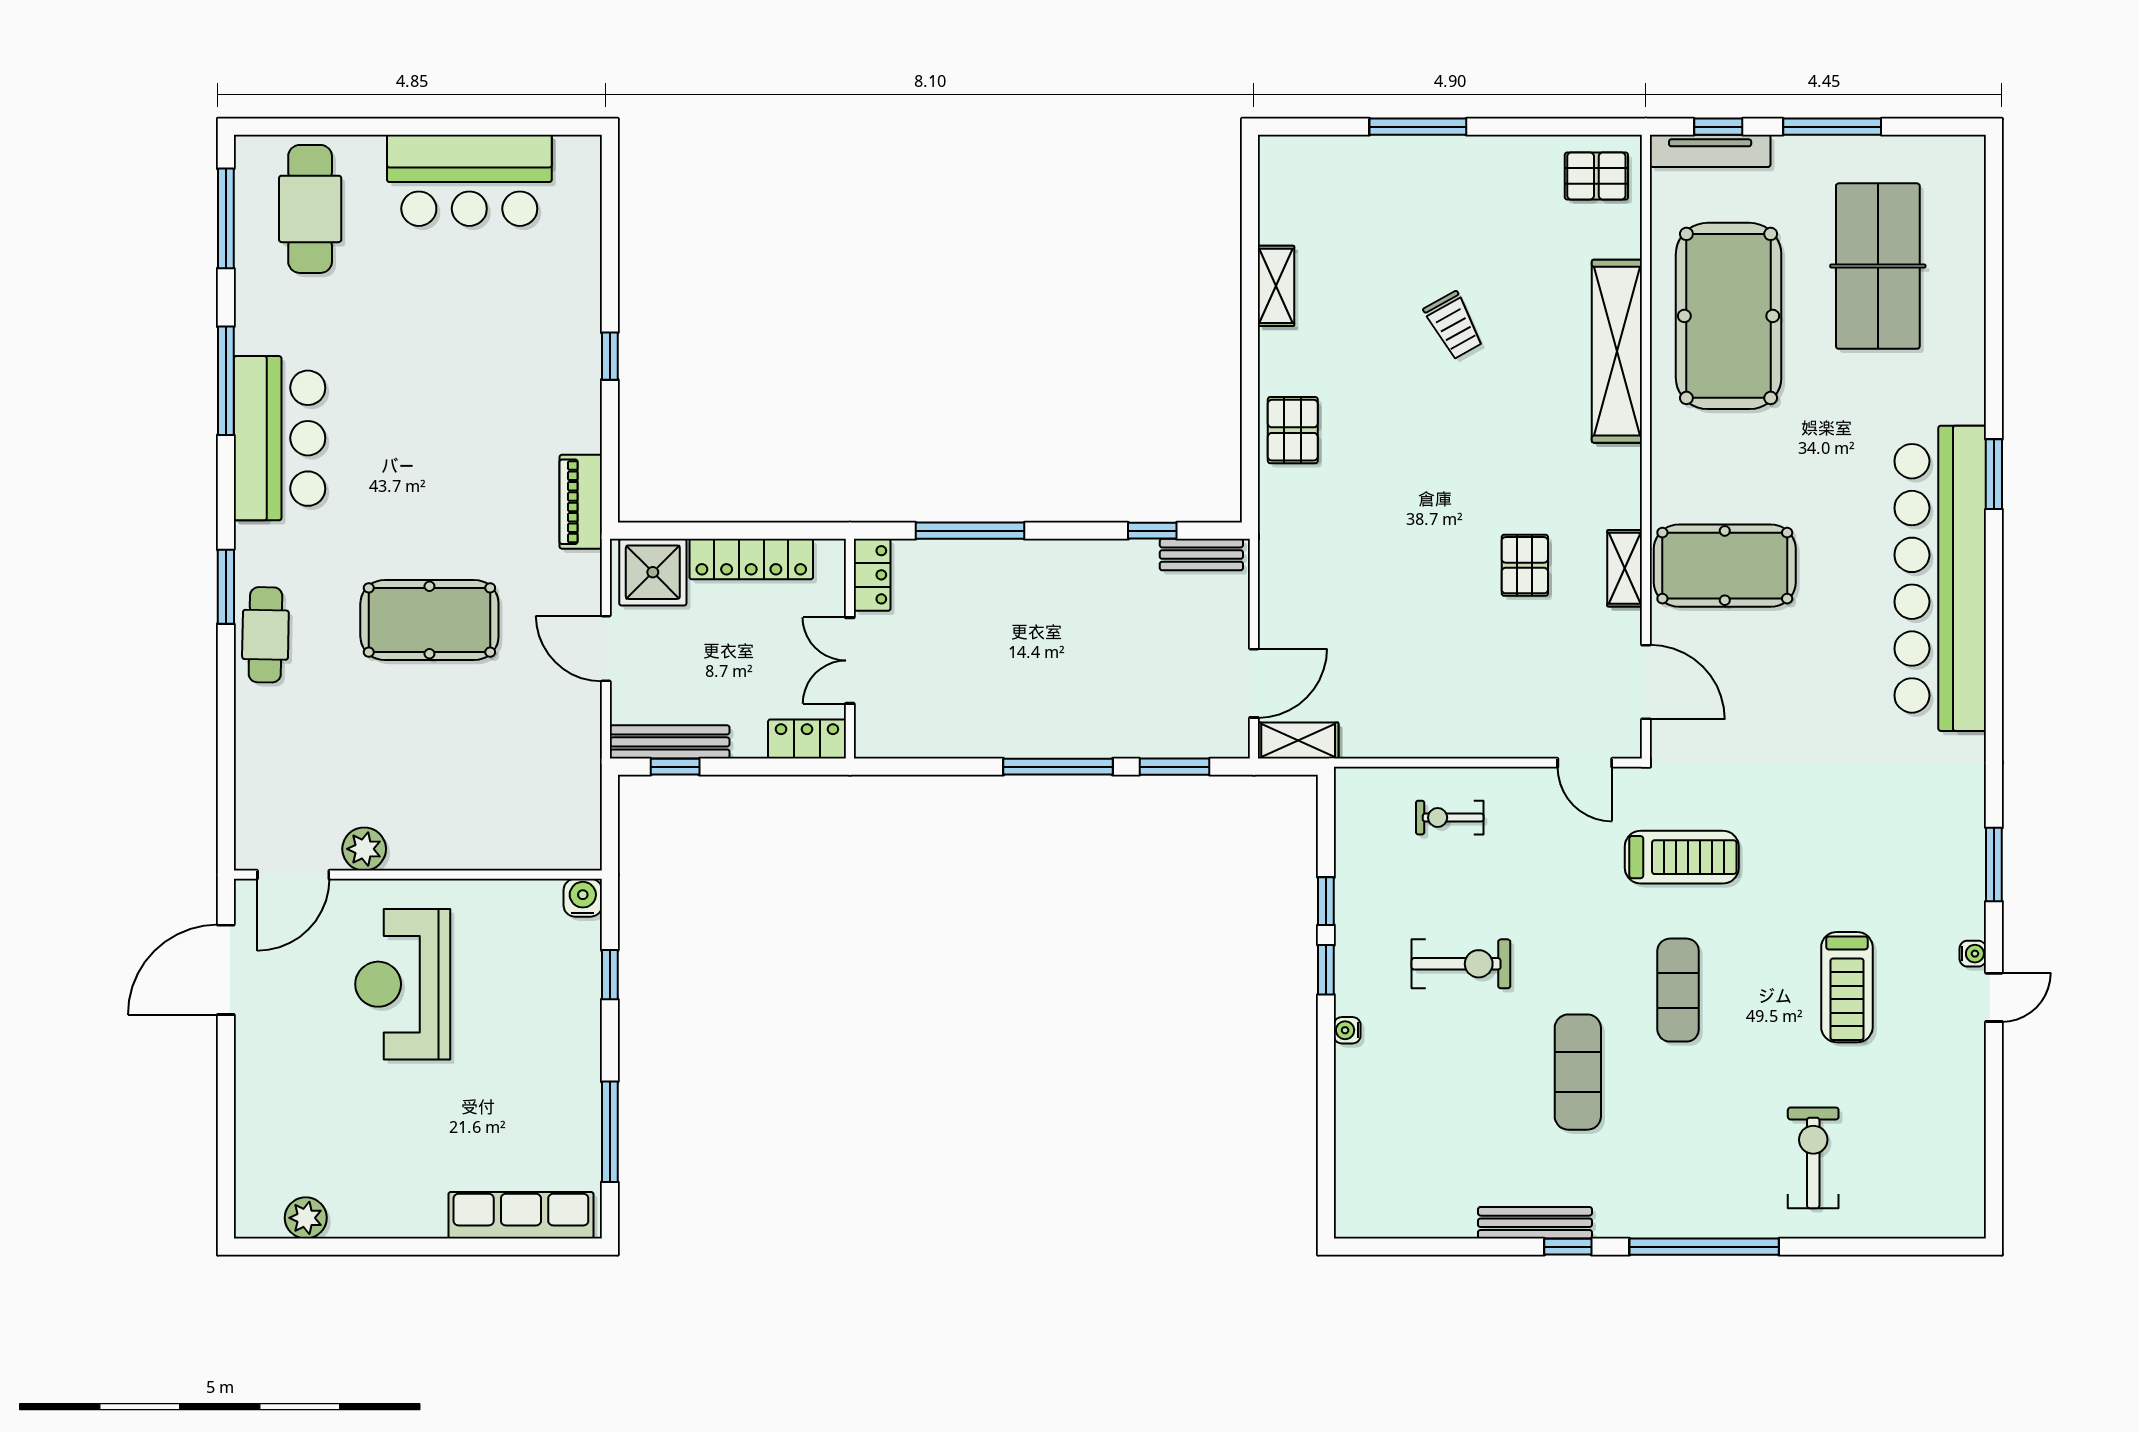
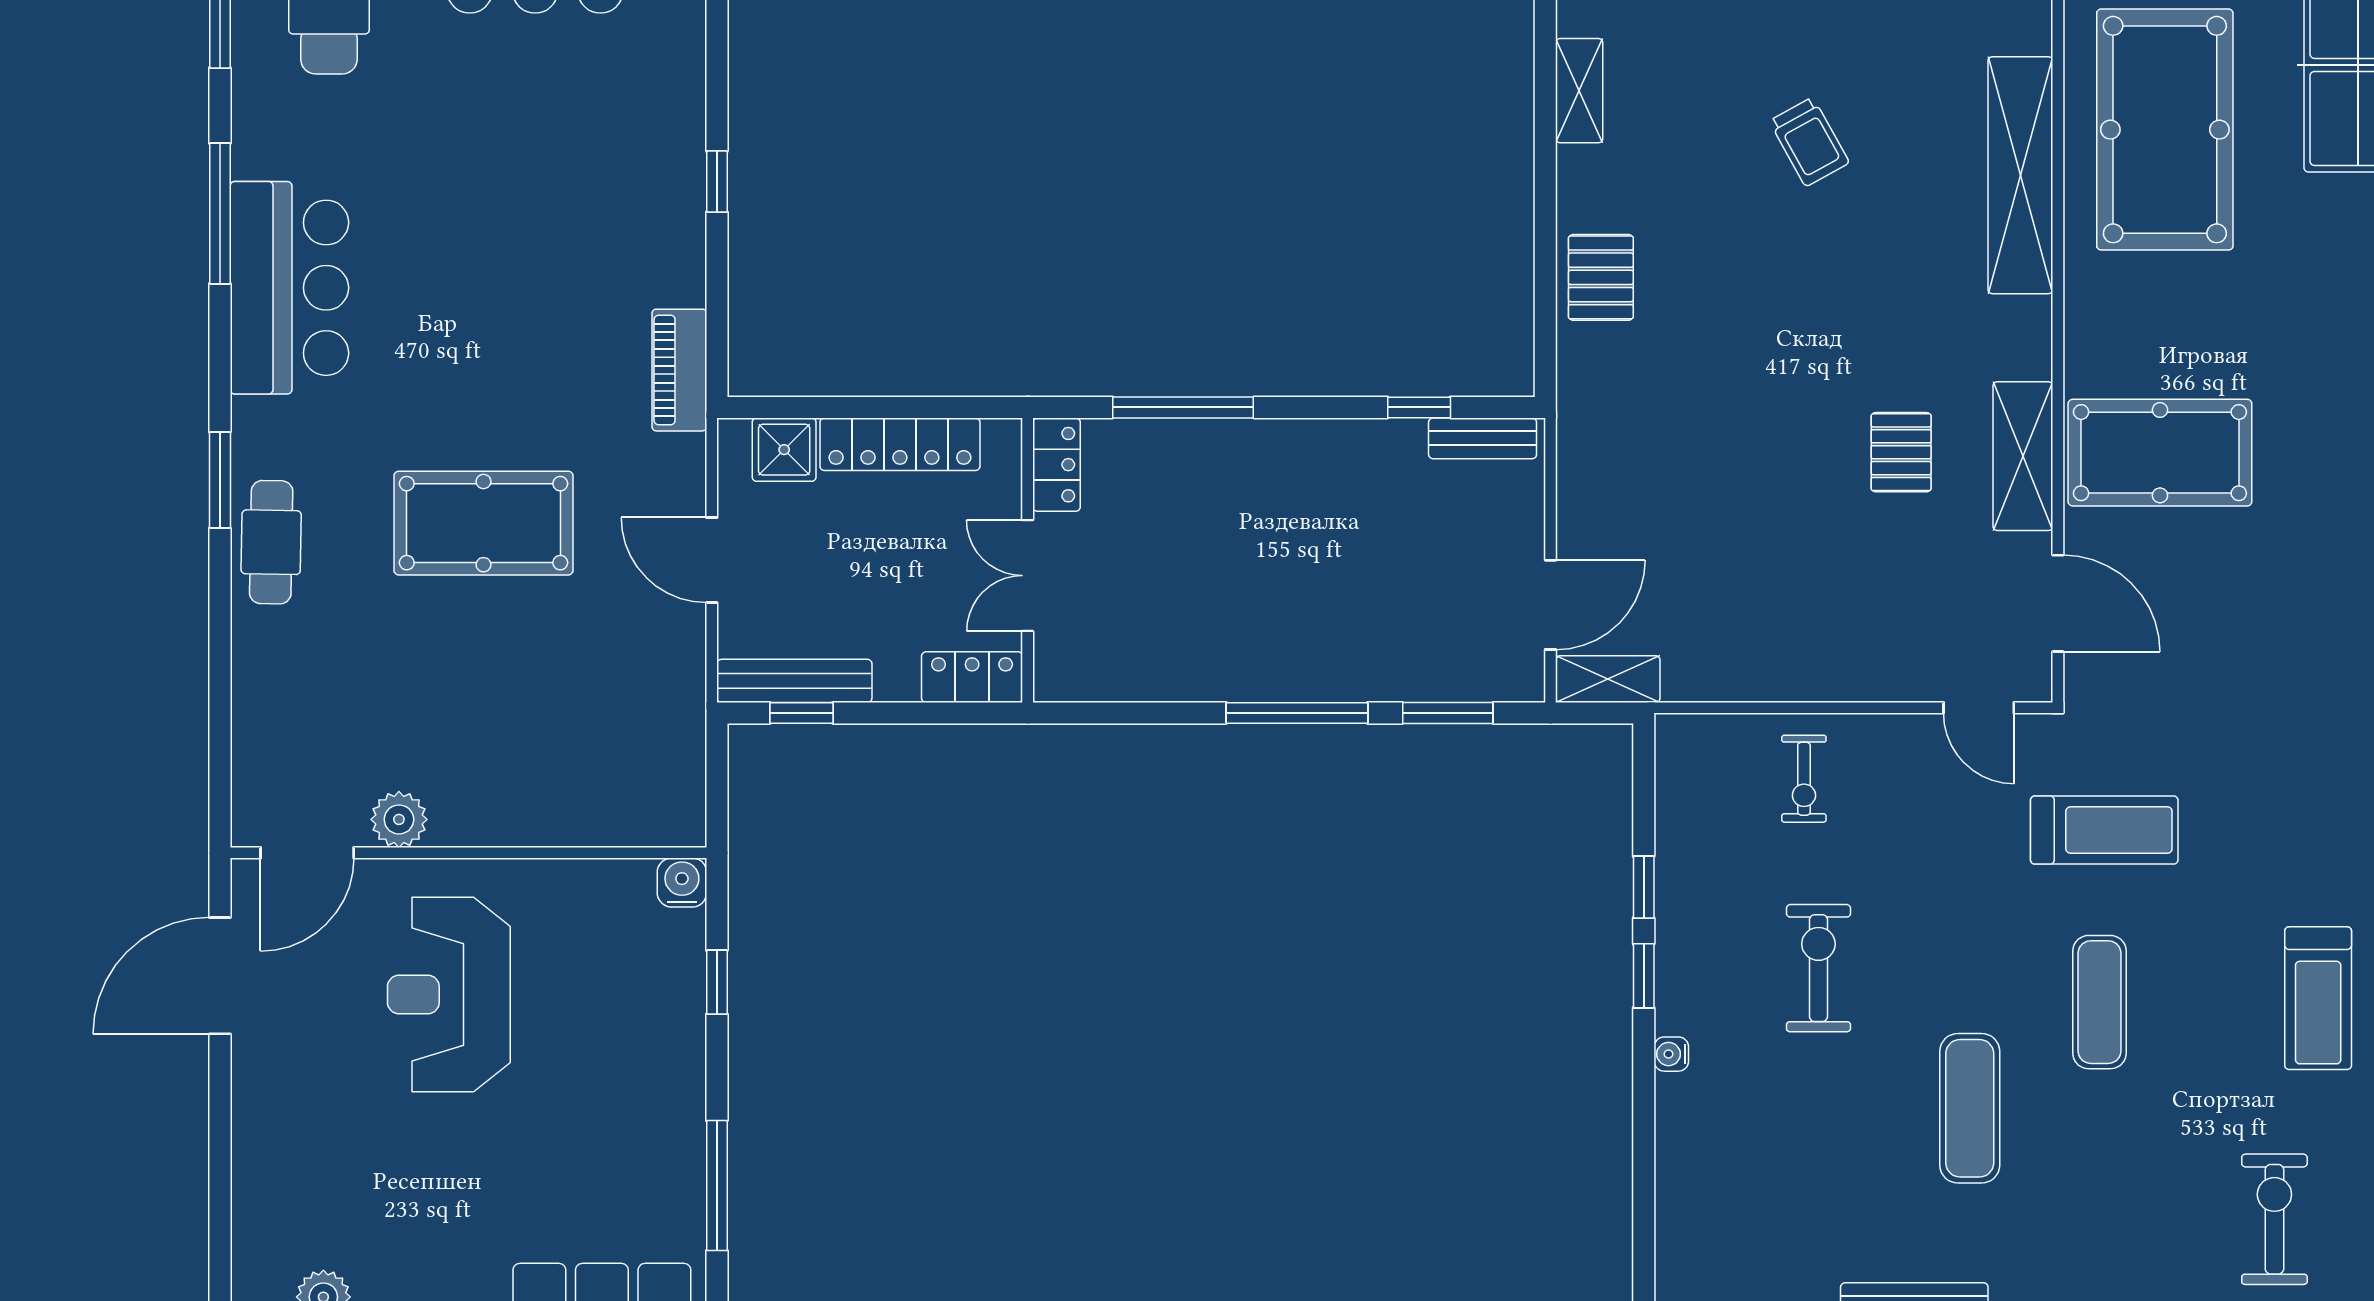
shelving: (1625, 568) -> (2023, 456), width x1.50, depth x1.33
shower: (653, 572) -> (784, 450), width x0.73, depth x0.73
exercise bike: (1450, 818) -> (1804, 779), turned -90
exercise bike: (1461, 964) -> (1818, 968), turned -90

